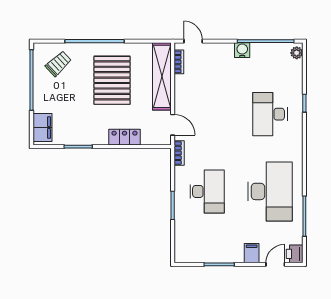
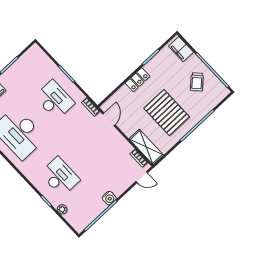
plant: (297, 53) -> (62, 209), moved
trolley: (58, 64) -> (197, 82), moved
shelving: (162, 76) -> (146, 147), width x0.68
door: (173, 125) -> (109, 119), swing flipped
locker: (125, 137) -> (137, 80), moved
desk: (207, 191) -> (54, 100), turned 180

